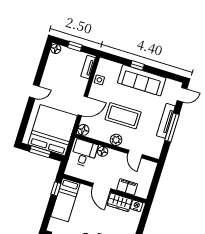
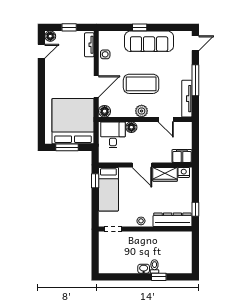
door: (34, 91) -> (41, 51), moved
tv unit: (166, 121) -> (187, 99), moved
filing cabinet: (127, 187) -> (182, 156), moved

